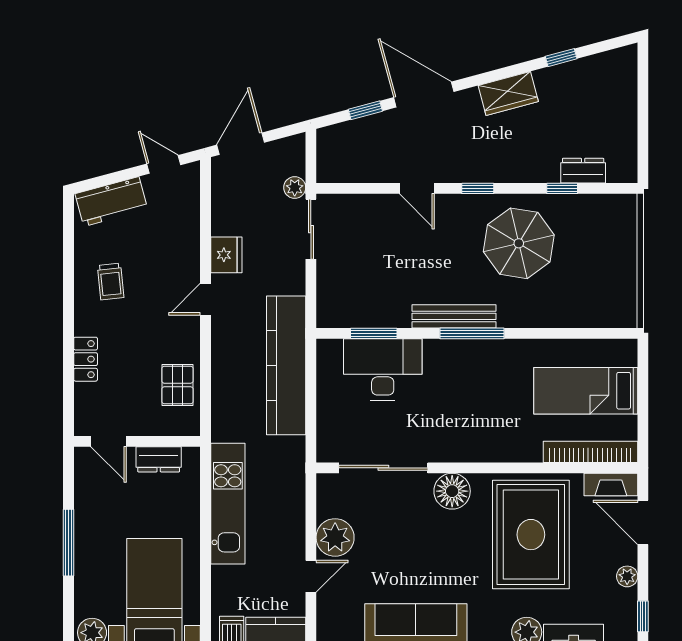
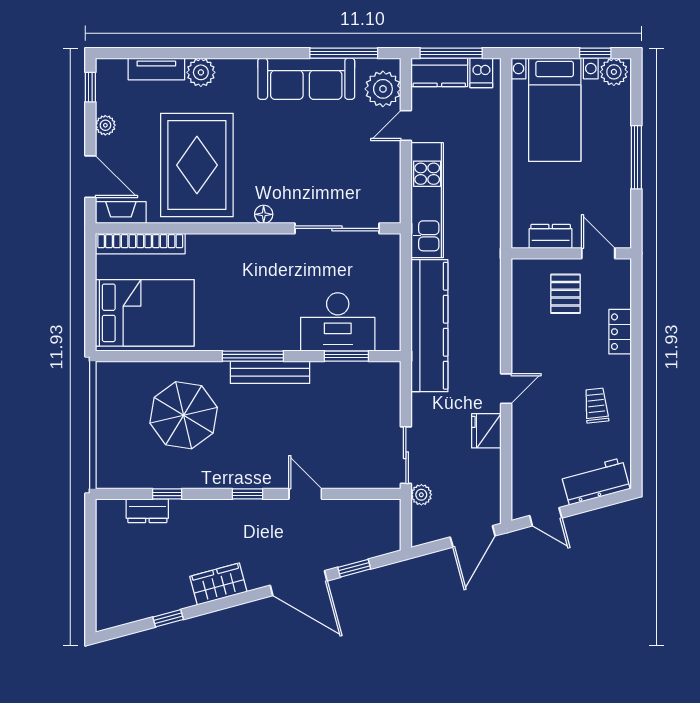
parasol: (519, 243) -> (184, 415), moved
pallet: (177, 385) -> (565, 294), moved
bed: (586, 391) -> (145, 313), width x1.50
floor lamp: (452, 491) -> (264, 214), width x0.53, depth x0.53
kitchen unit: (228, 504) -> (427, 200), moved, turned 180
plant: (335, 537) -> (383, 89), moved

